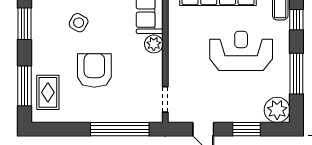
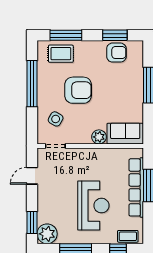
armchair: (46, 22) -> (116, 53), added
side table: (79, 23) -> (56, 119), moved
window: (120, 129) -> (32, 84), moved
window: (247, 129) -> (32, 223), moved

